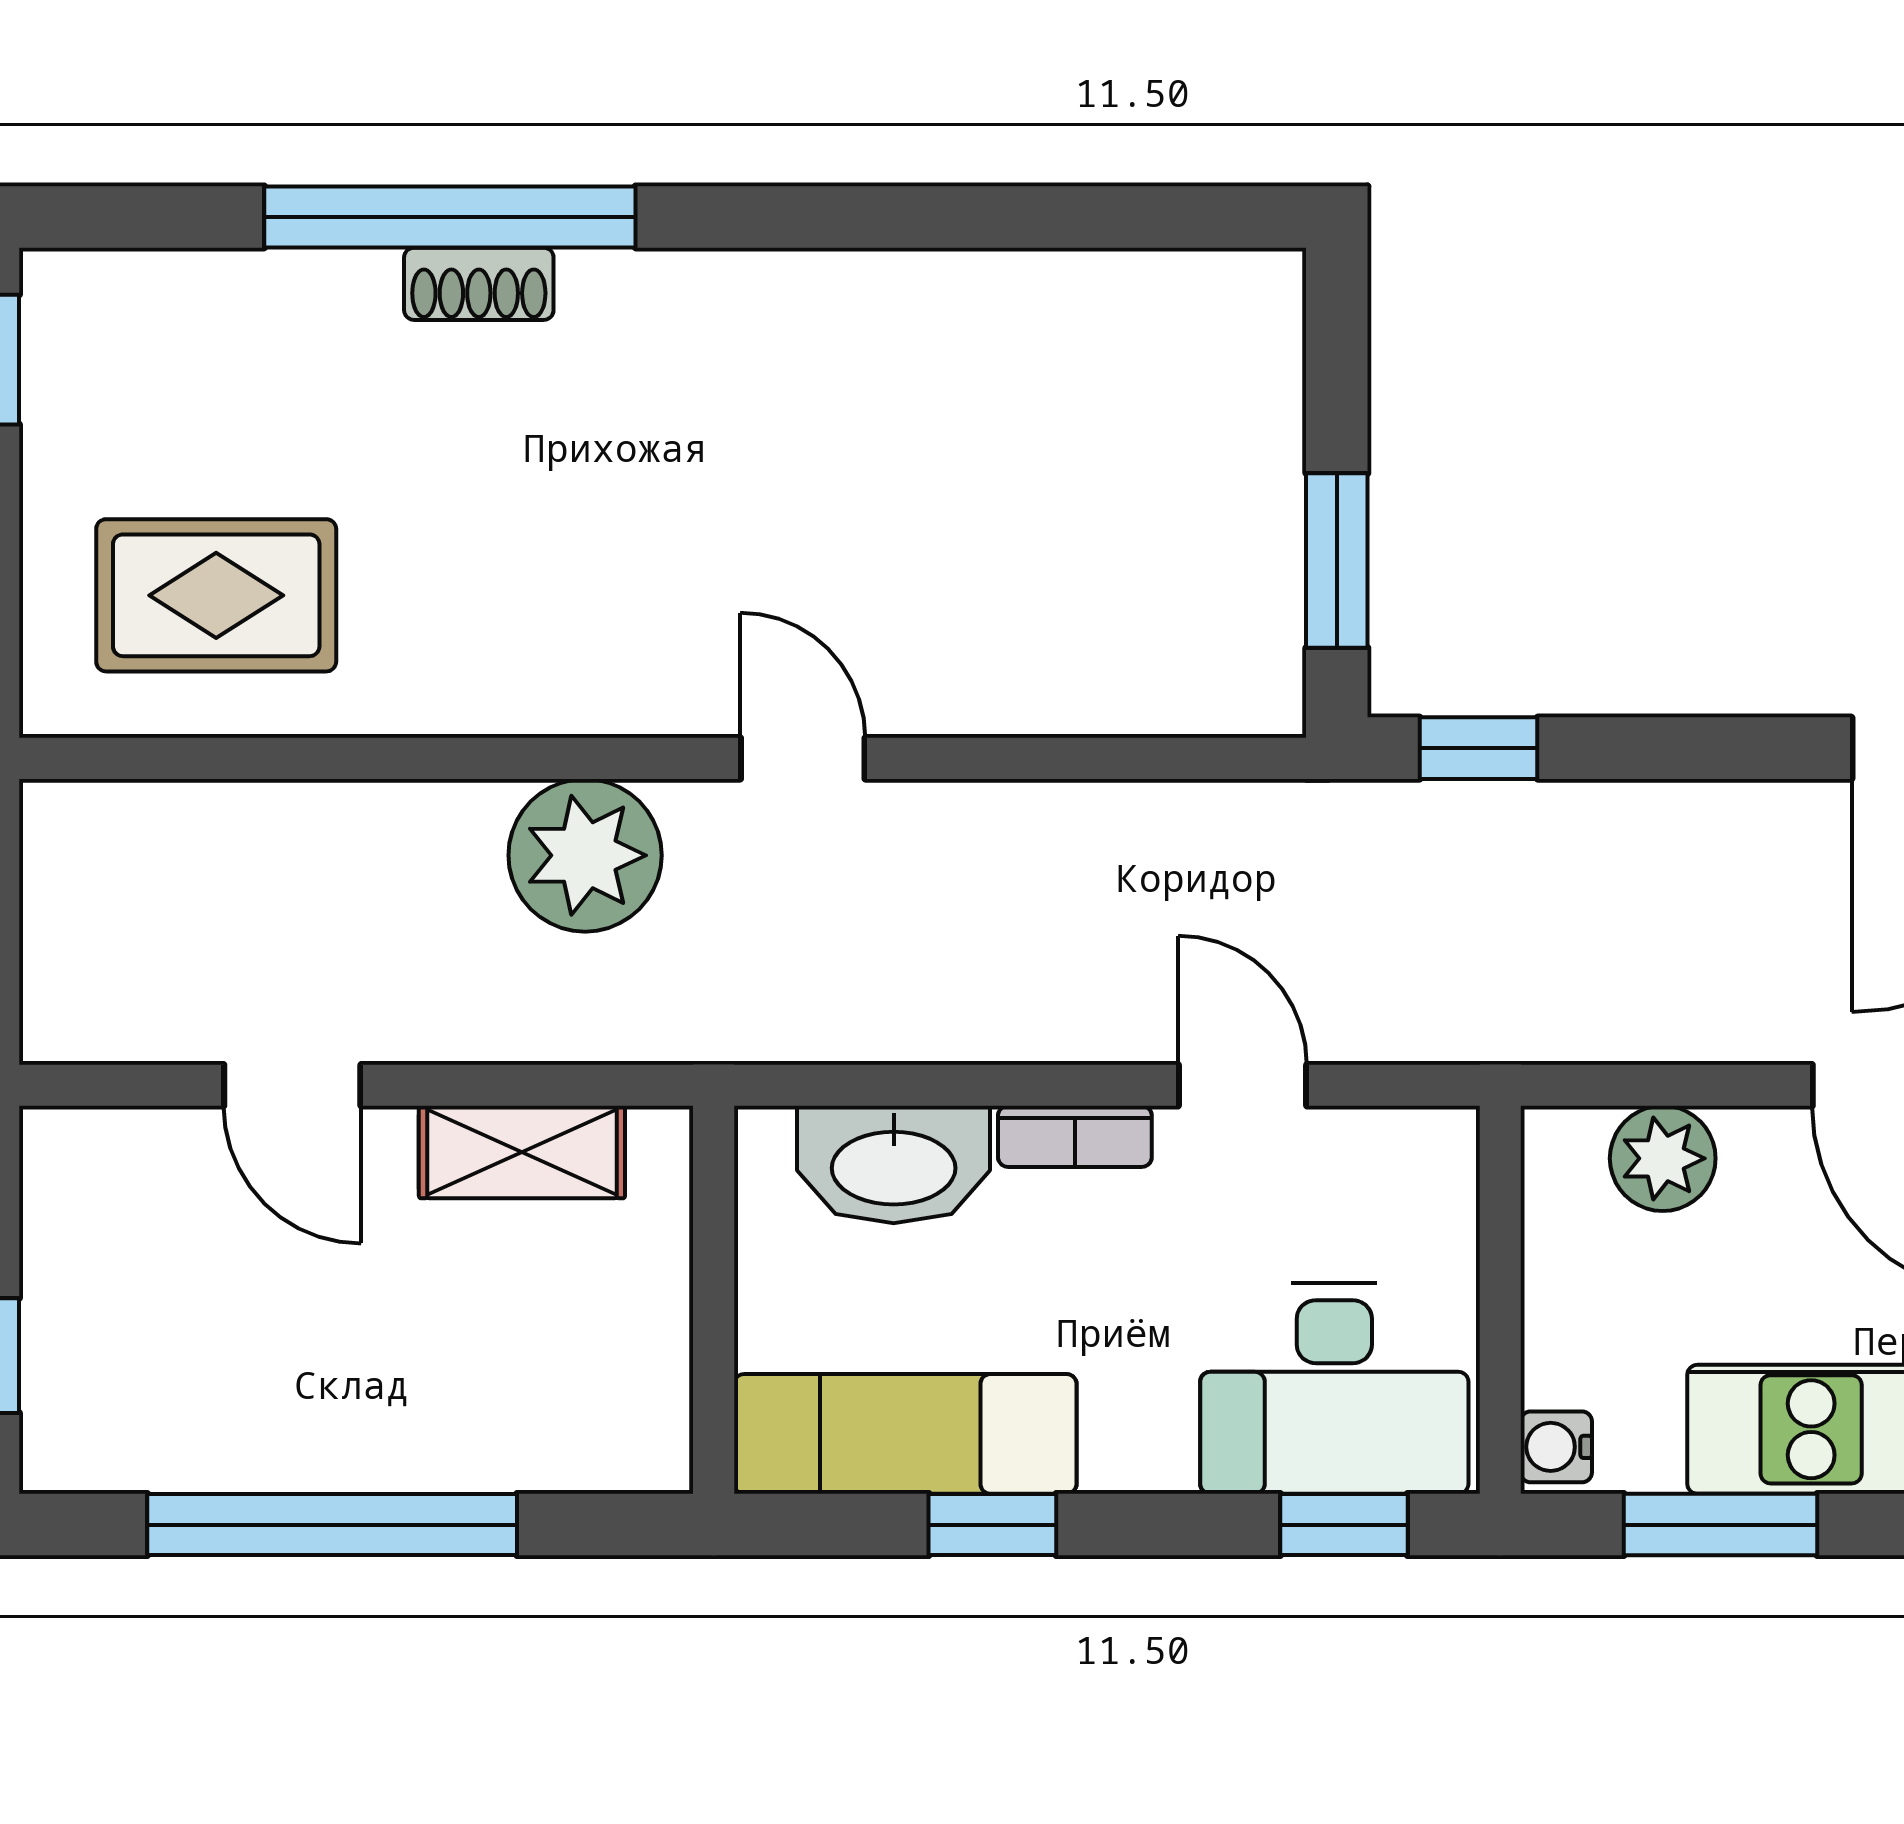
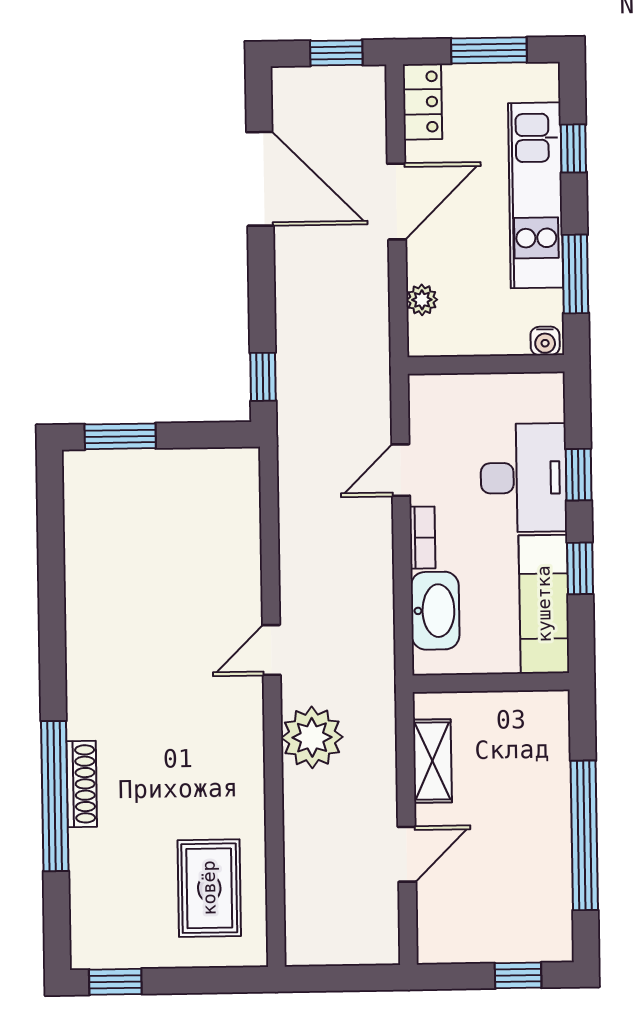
shoe rack: (479, 284) -> (82, 784), width x1.43
window: (1337, 560) -> (120, 436), moved
plant: (1663, 1158) -> (422, 300), width x0.73, depth x0.73
desk: (1334, 1389) -> (524, 478), moved
window: (1344, 1525) -> (579, 475), moved

